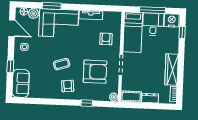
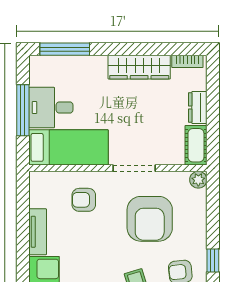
nightstand: (172, 20) -> (42, 71), removed
window: (182, 32) -> (65, 49), width x2.17
armchair: (95, 72) -> (150, 219), turned 180
window: (87, 103) -> (213, 261), moved

